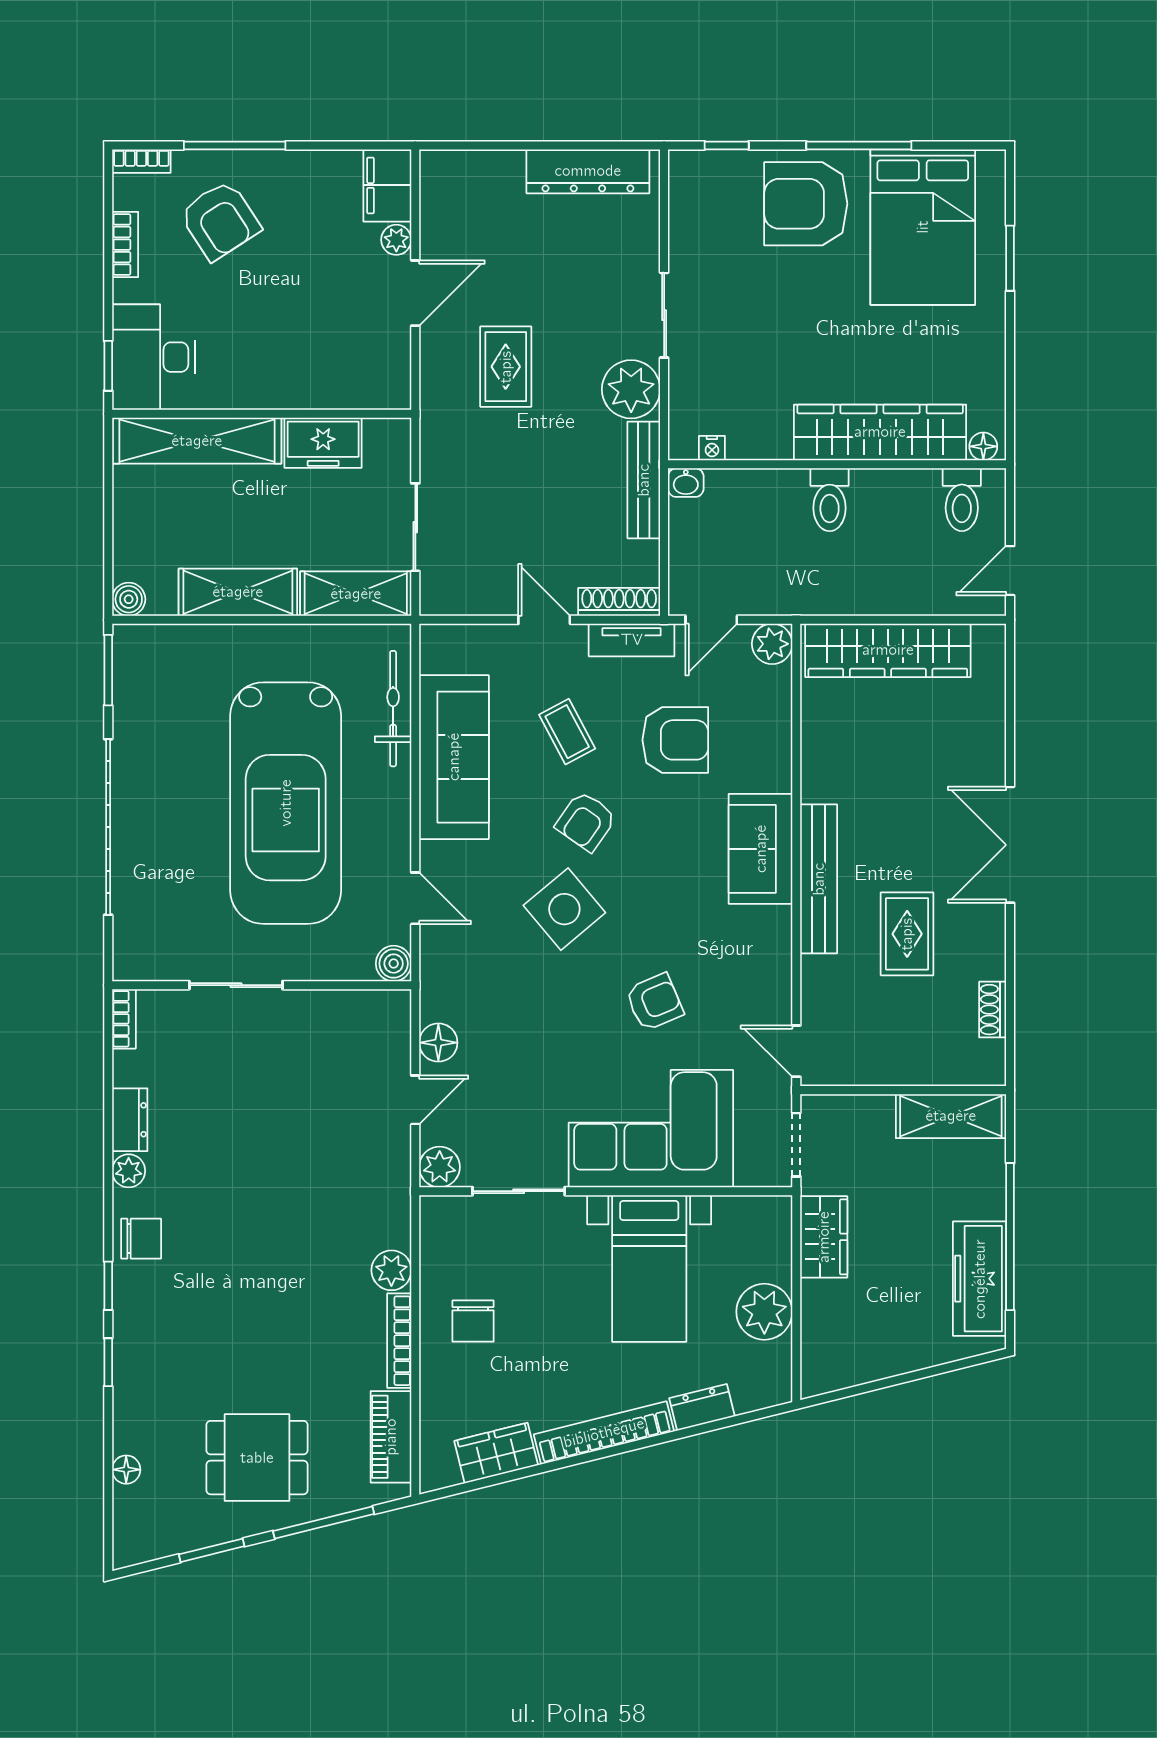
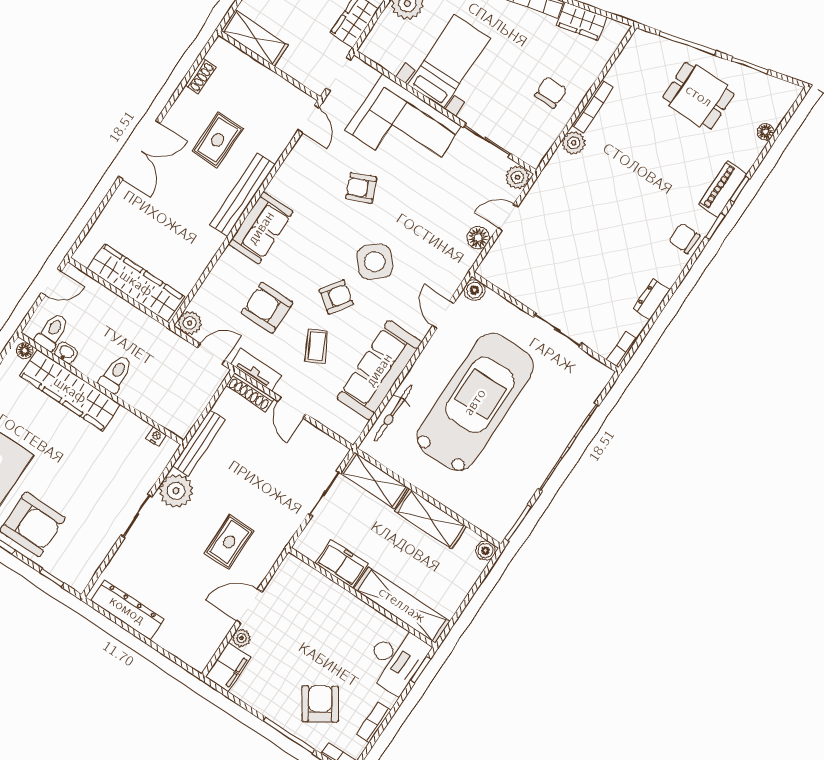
washbasin: (686, 483) -> (66, 353), moved
plant: (129, 1171) -> (669, 275), removed
piano: (391, 1437) -> (723, 189), moved, turned 180

